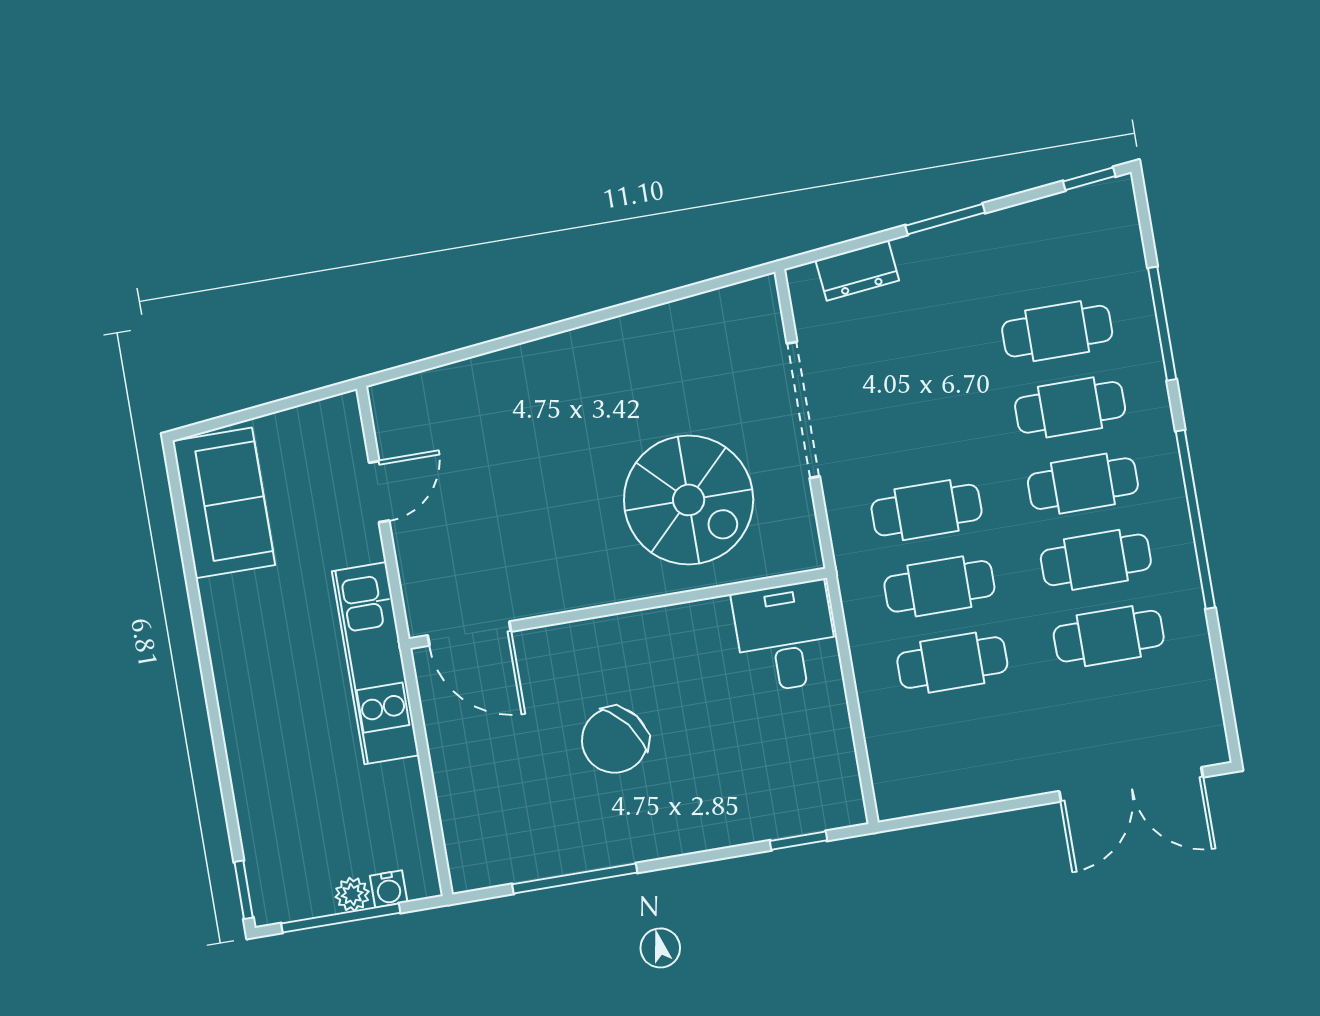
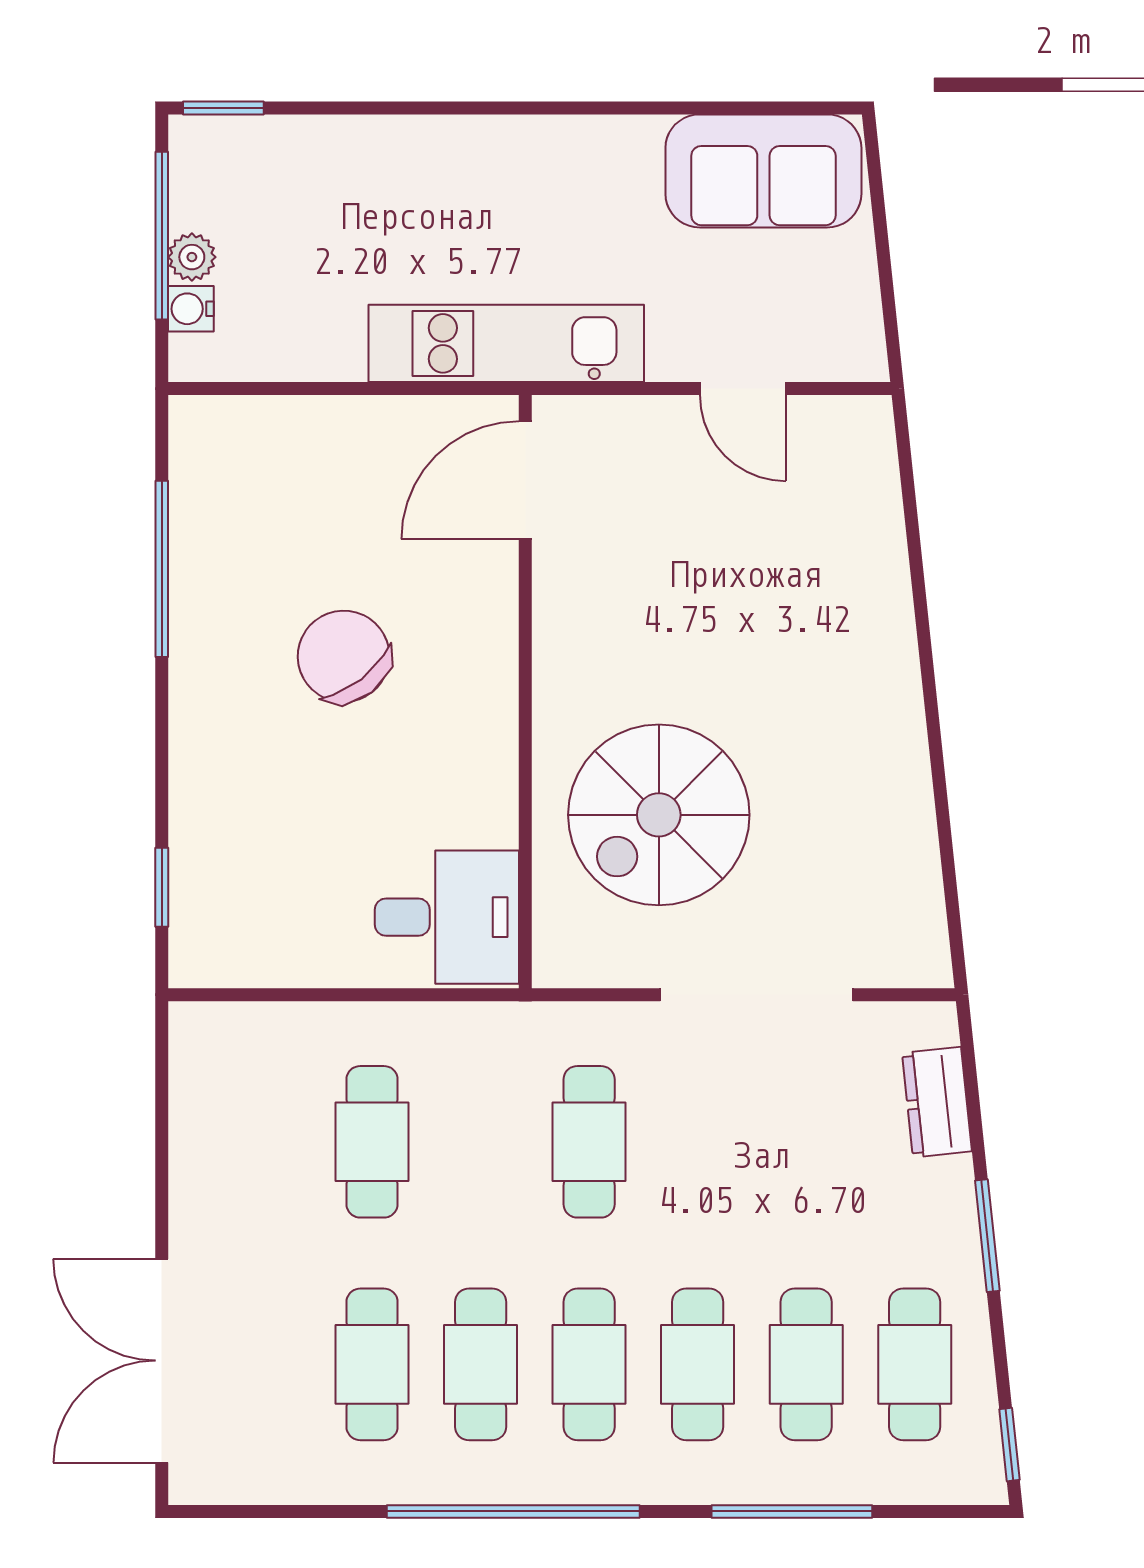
cafe table: (939, 586) -> (915, 1364), moved

